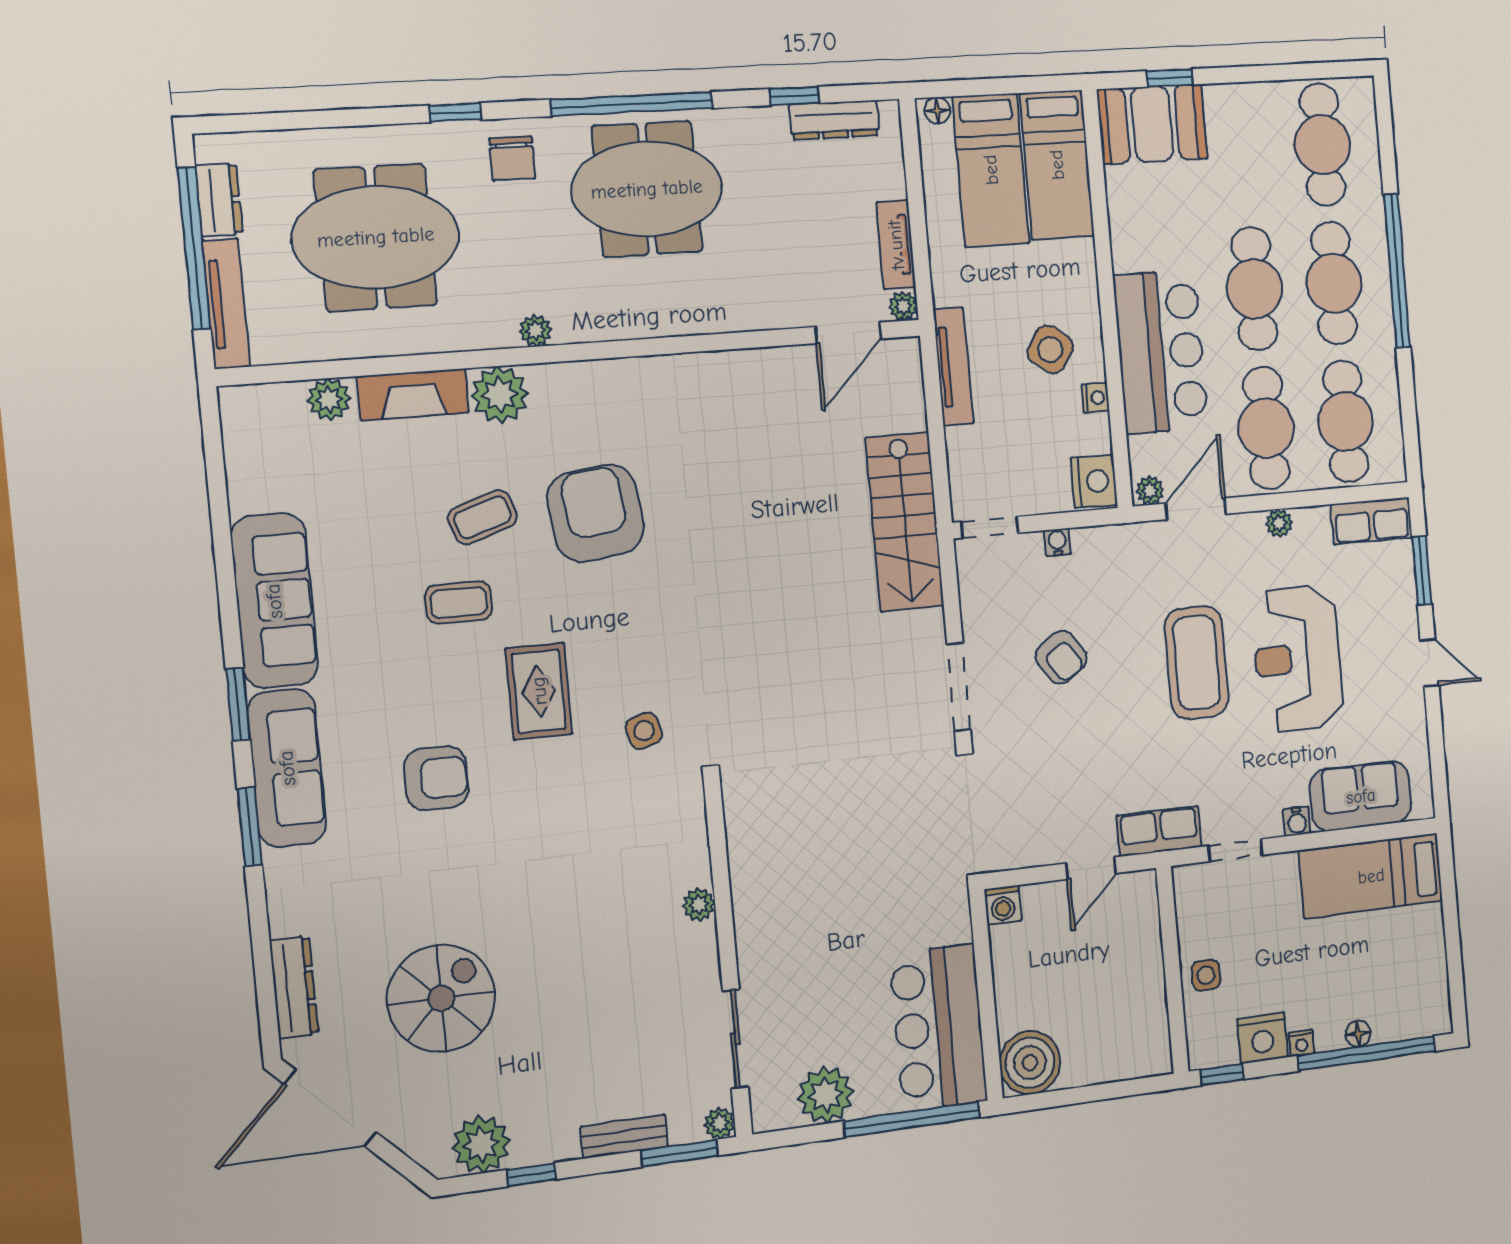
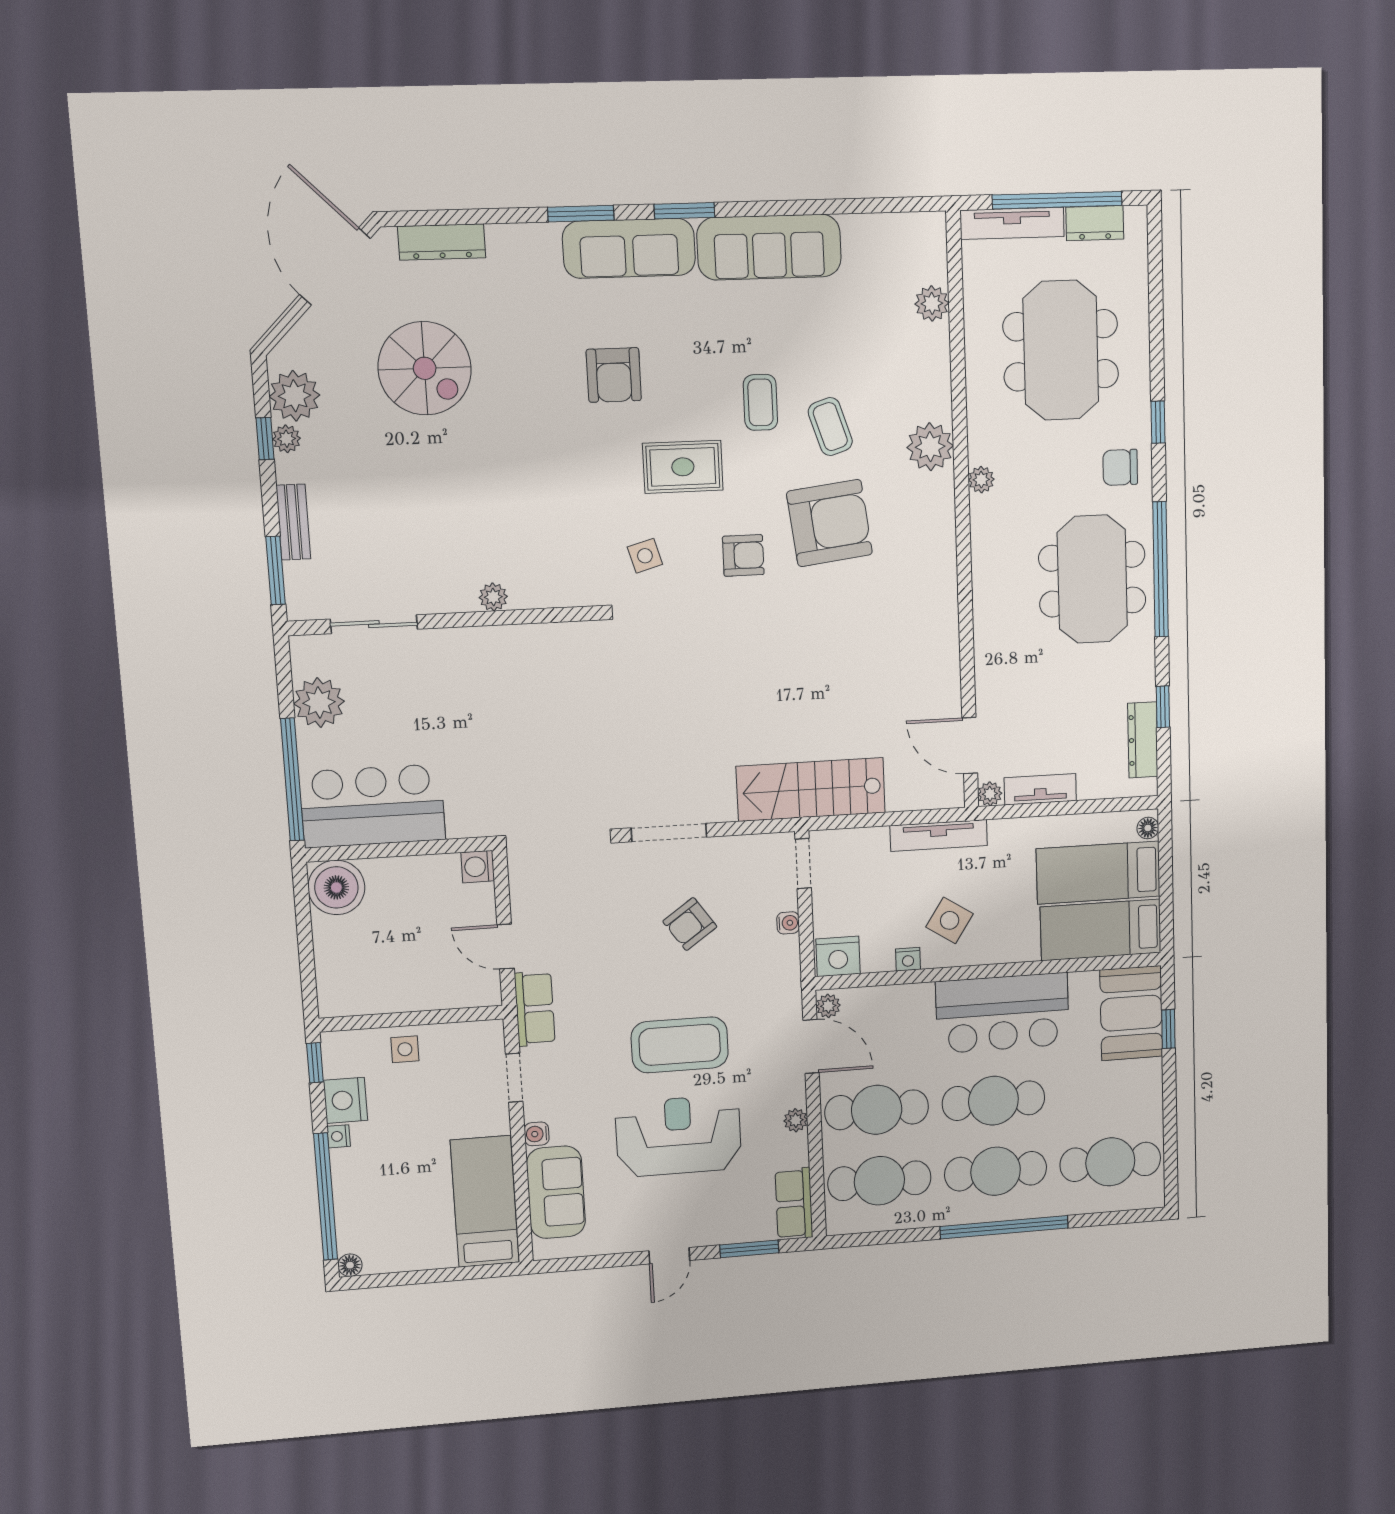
bar counter: (1161, 352) -> (1002, 1013), moved
fireplace: (413, 394) -> (933, 374), removed
armchair: (638, 615) -> (743, 555), added
floor lamp: (1358, 1034) -> (350, 1265), moved
plant: (720, 1123) -> (286, 439), moved

